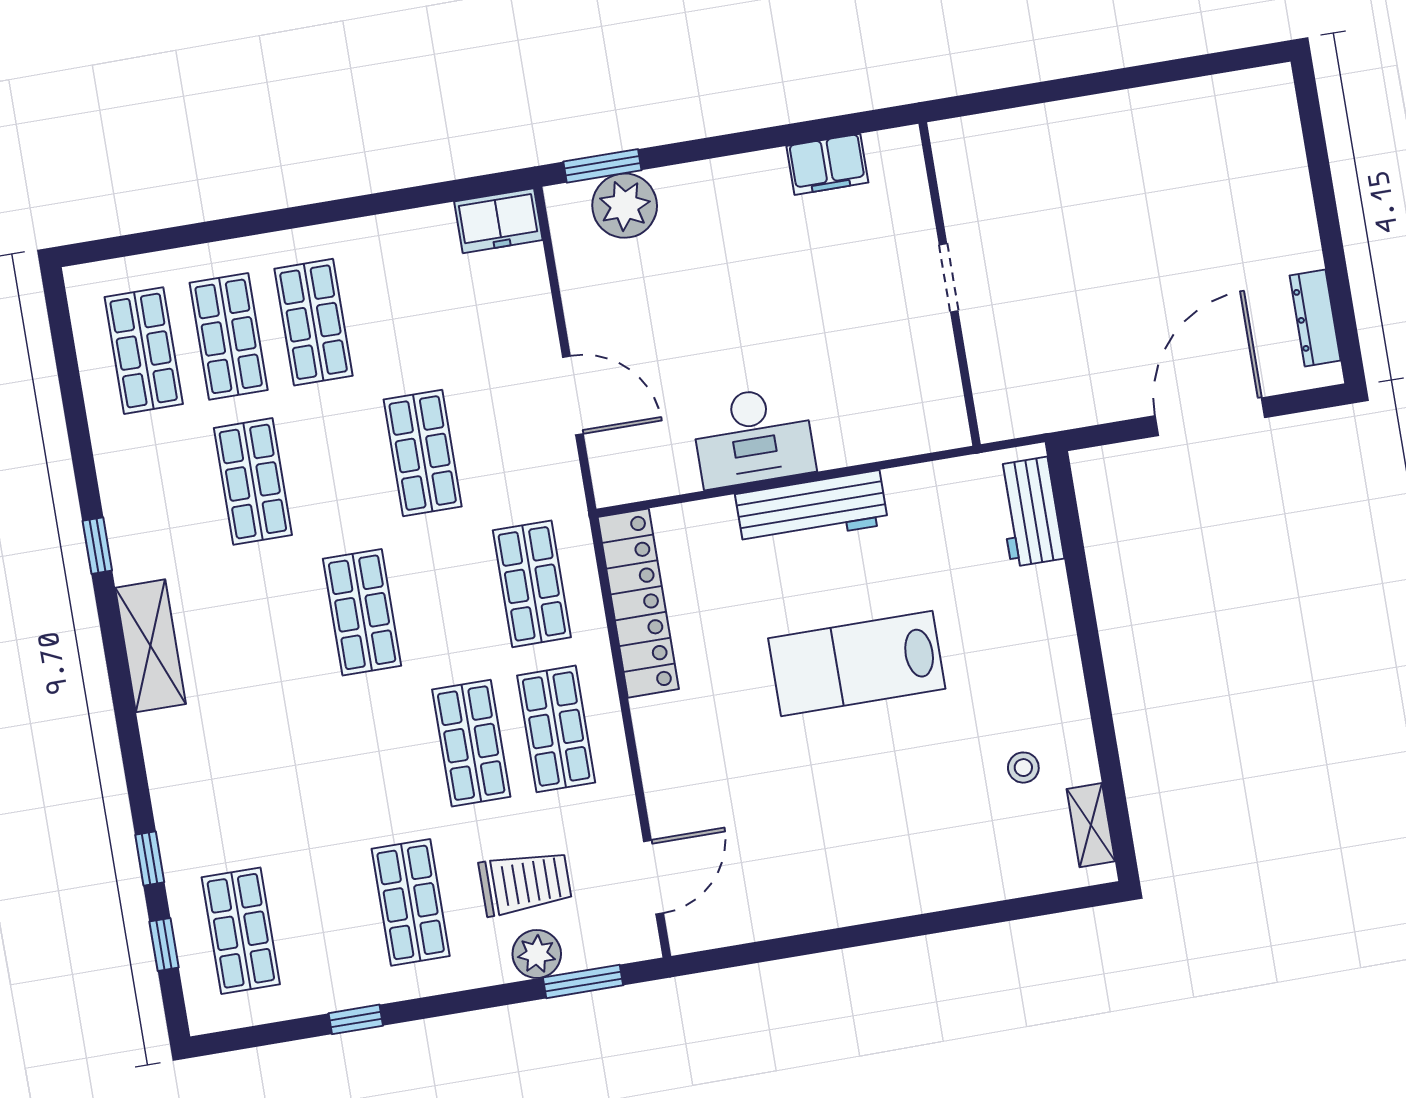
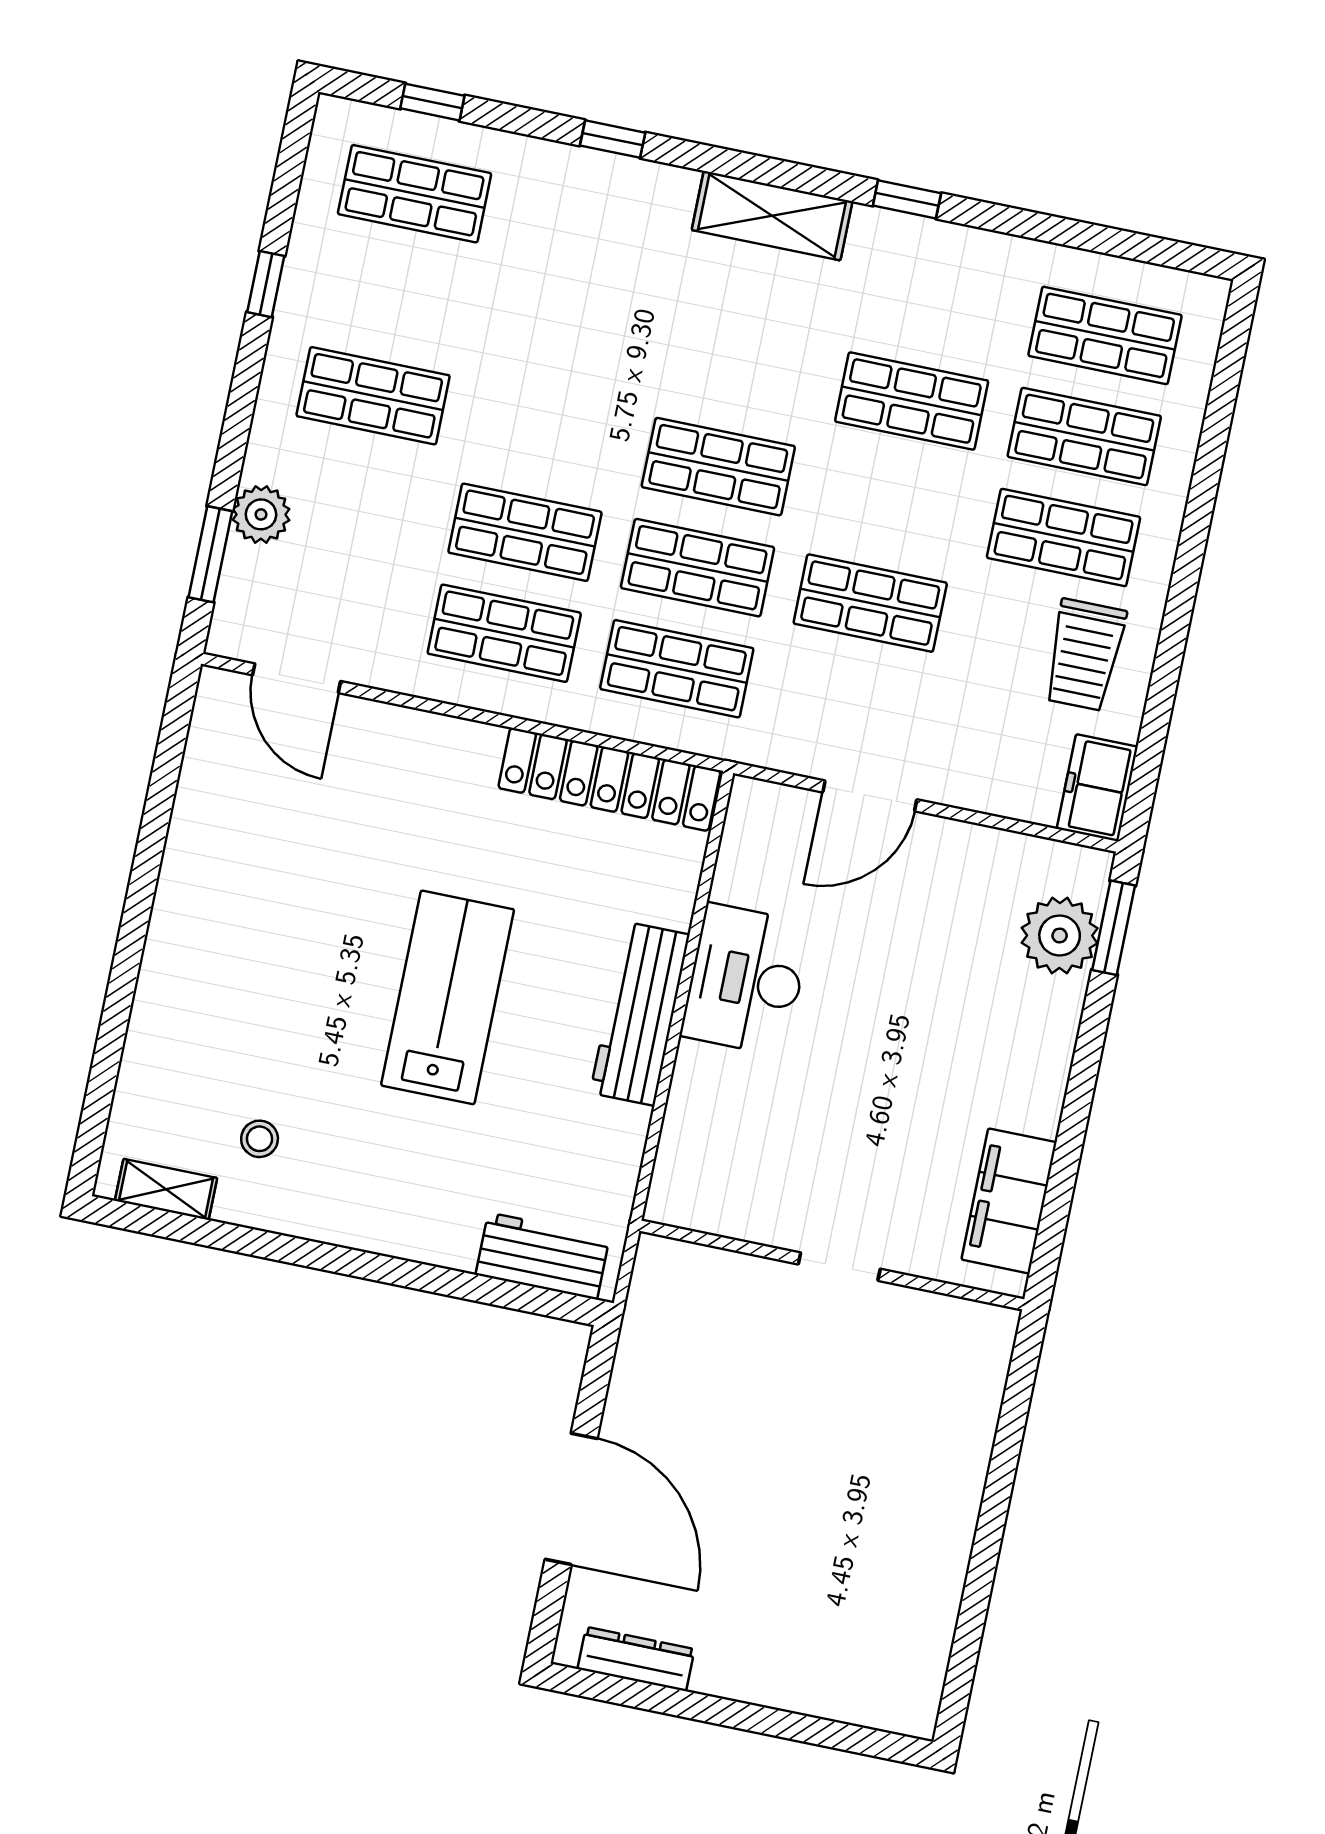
filing cabinet: (827, 164) -> (1009, 1201), width x1.50, depth x1.17
shop shelf: (447, 598) -> (698, 568), added
window: (150, 859) -> (613, 139), moved
trolley: (525, 883) -> (1084, 655), moved

